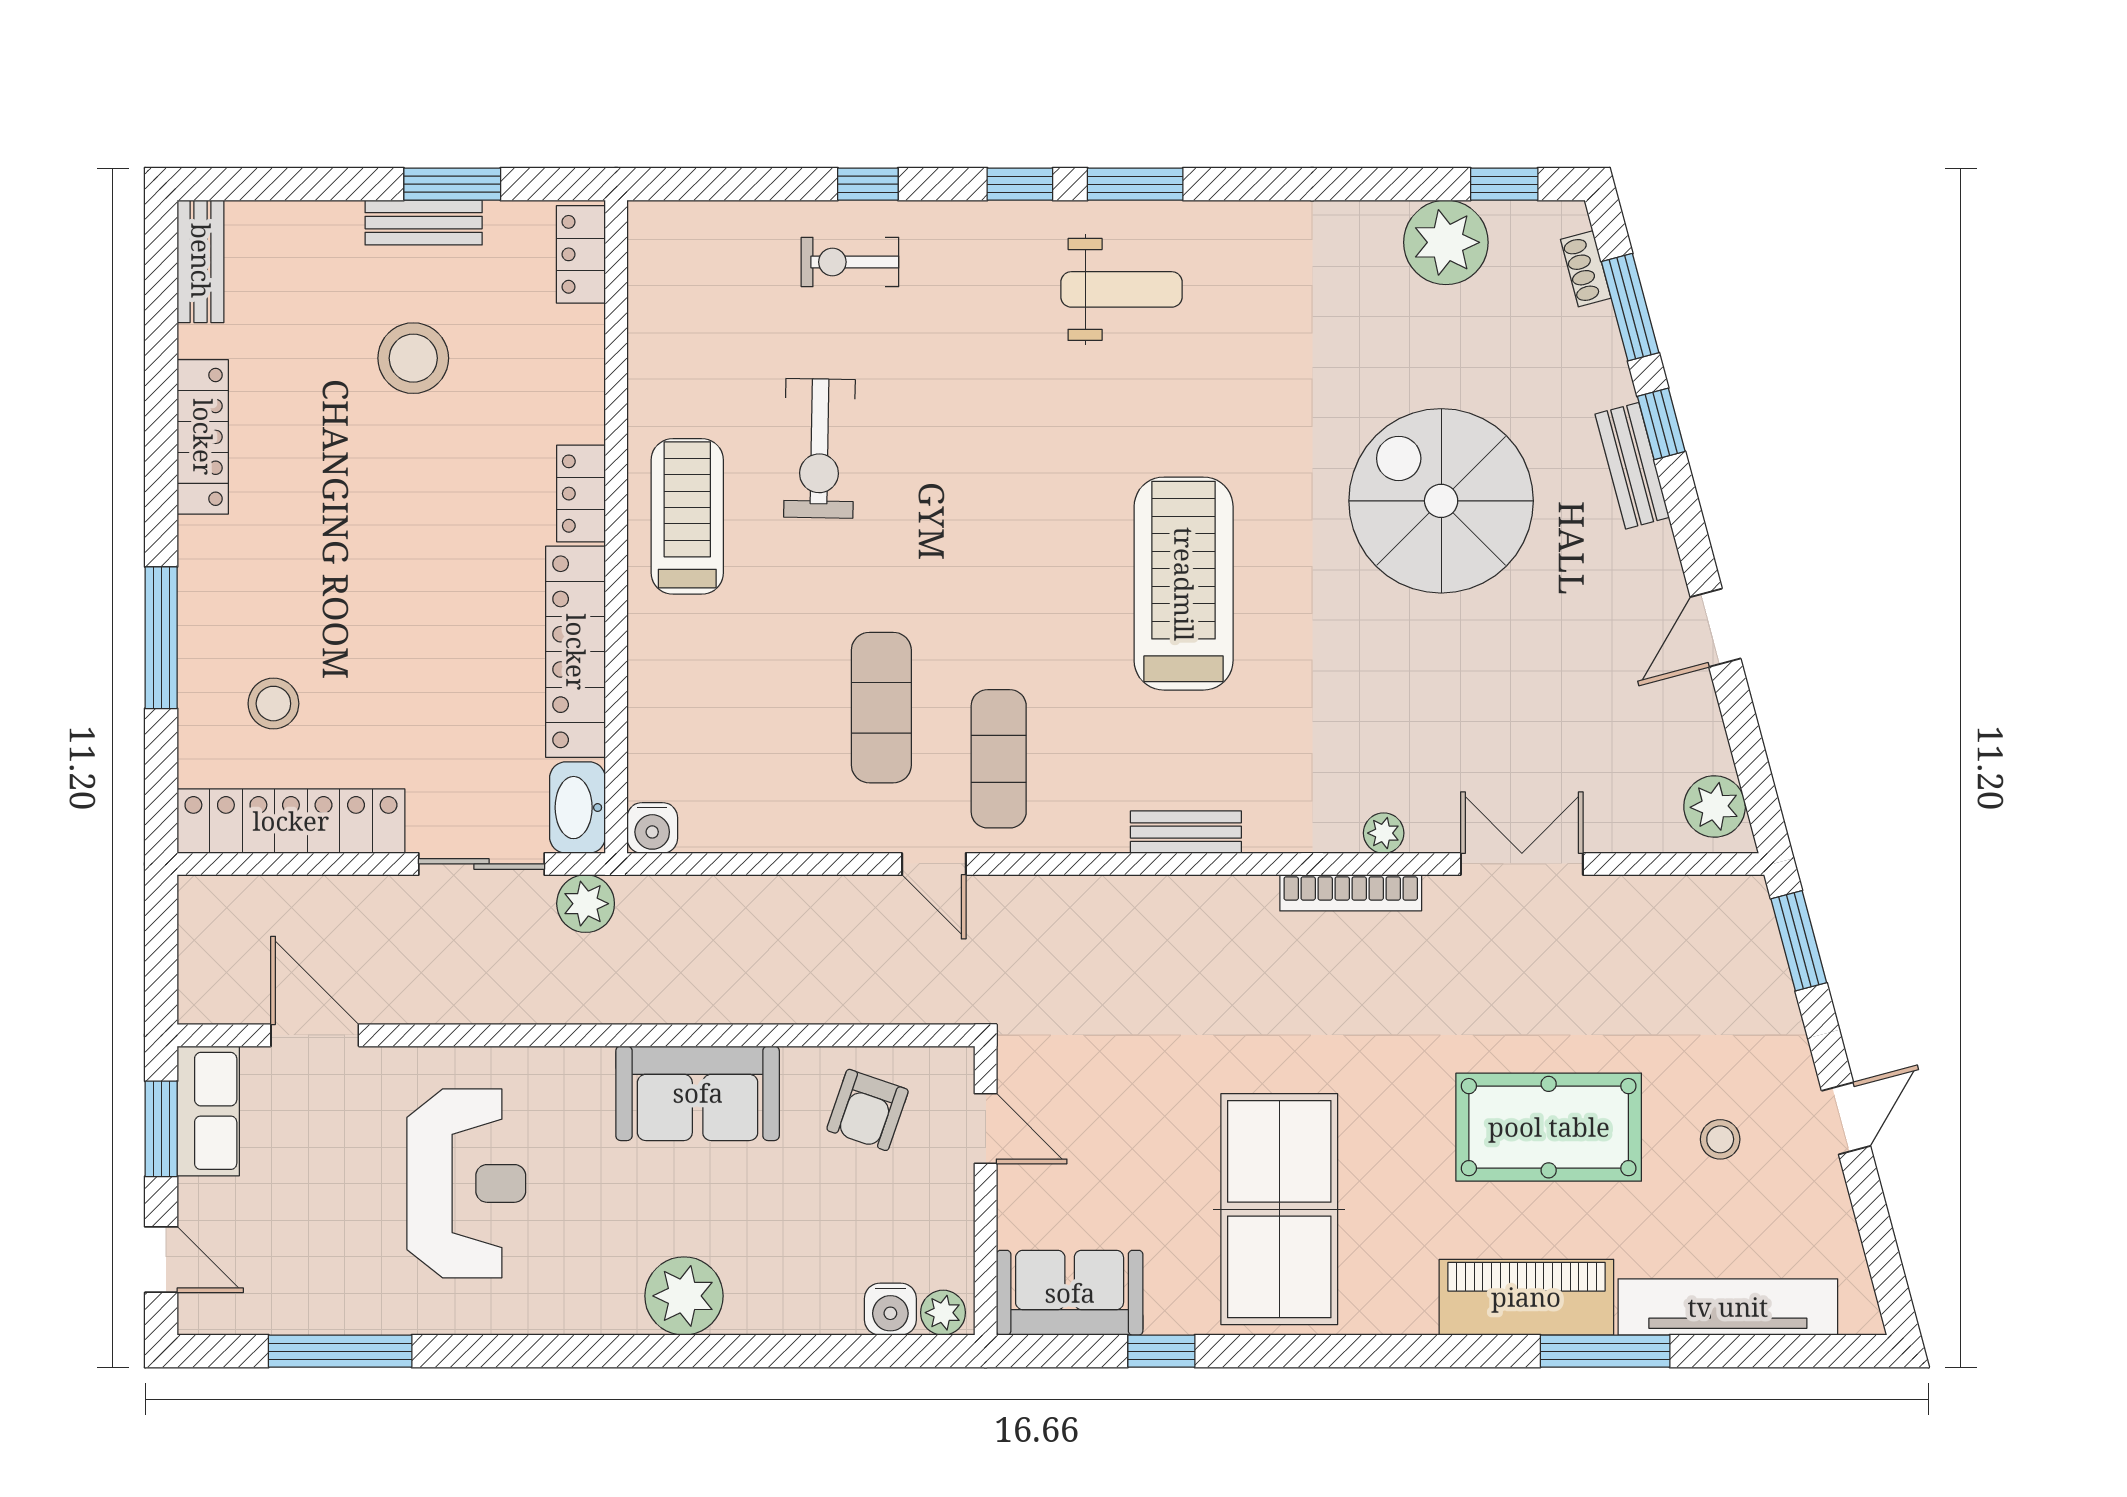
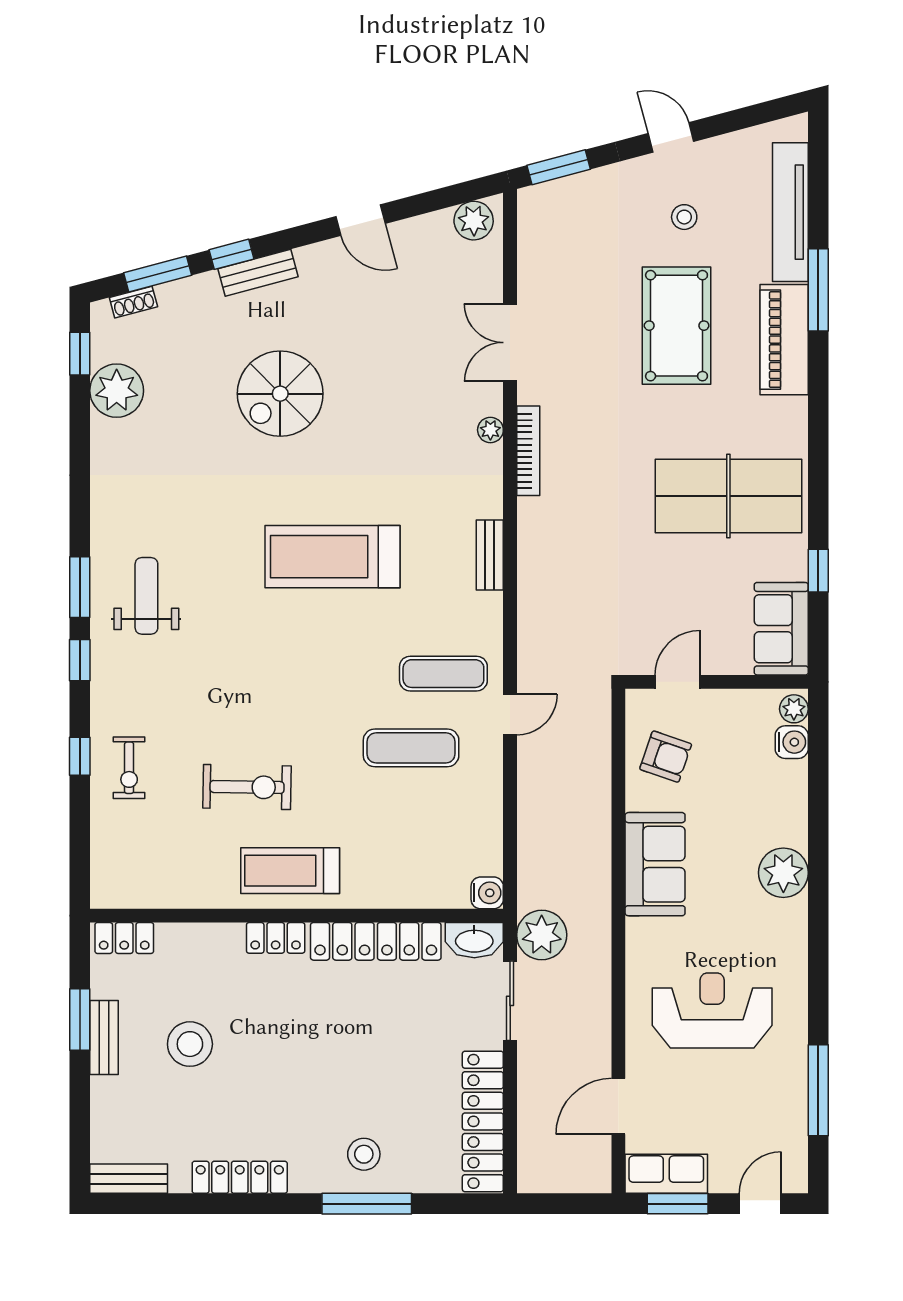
spiral stairs: (1441, 501) -> (280, 394), width x0.73, depth x0.73
stool: (273, 704) -> (364, 1154), moved
plant: (586, 904) -> (542, 935), width x1.36, depth x1.36

